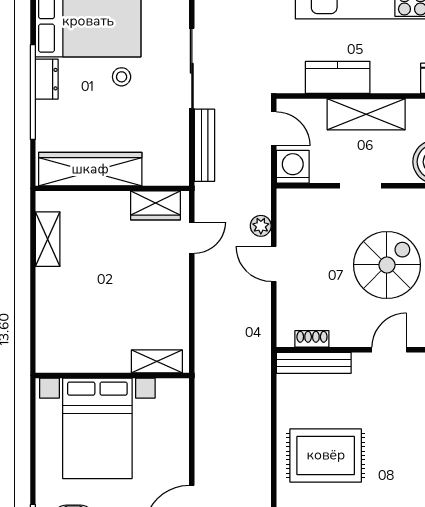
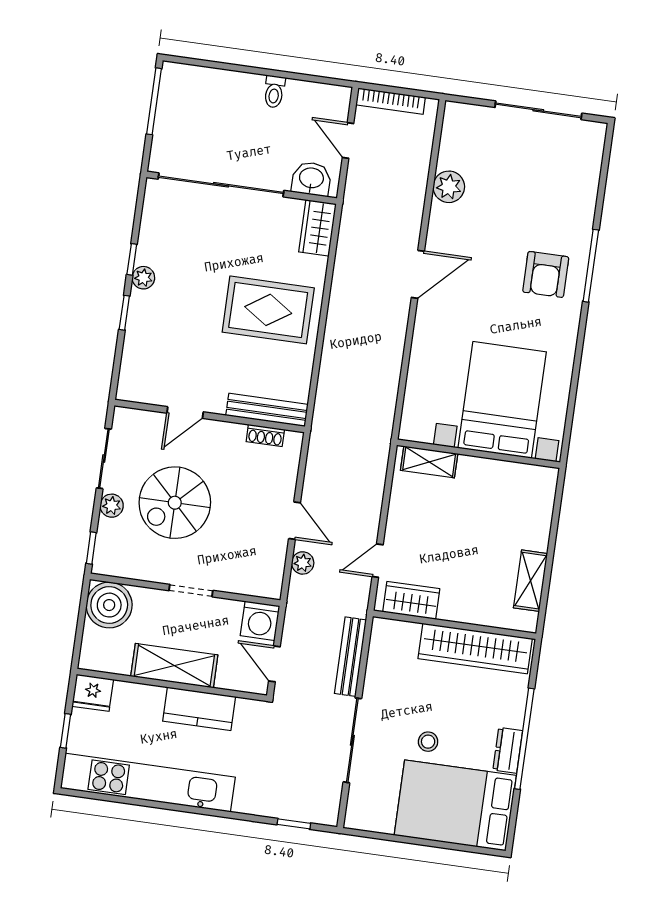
shelving: (157, 361) -> (429, 462), moved
wall: (112, 375) -> (478, 454), moved
bed with nightstands: (97, 428) -> (502, 400), moved

